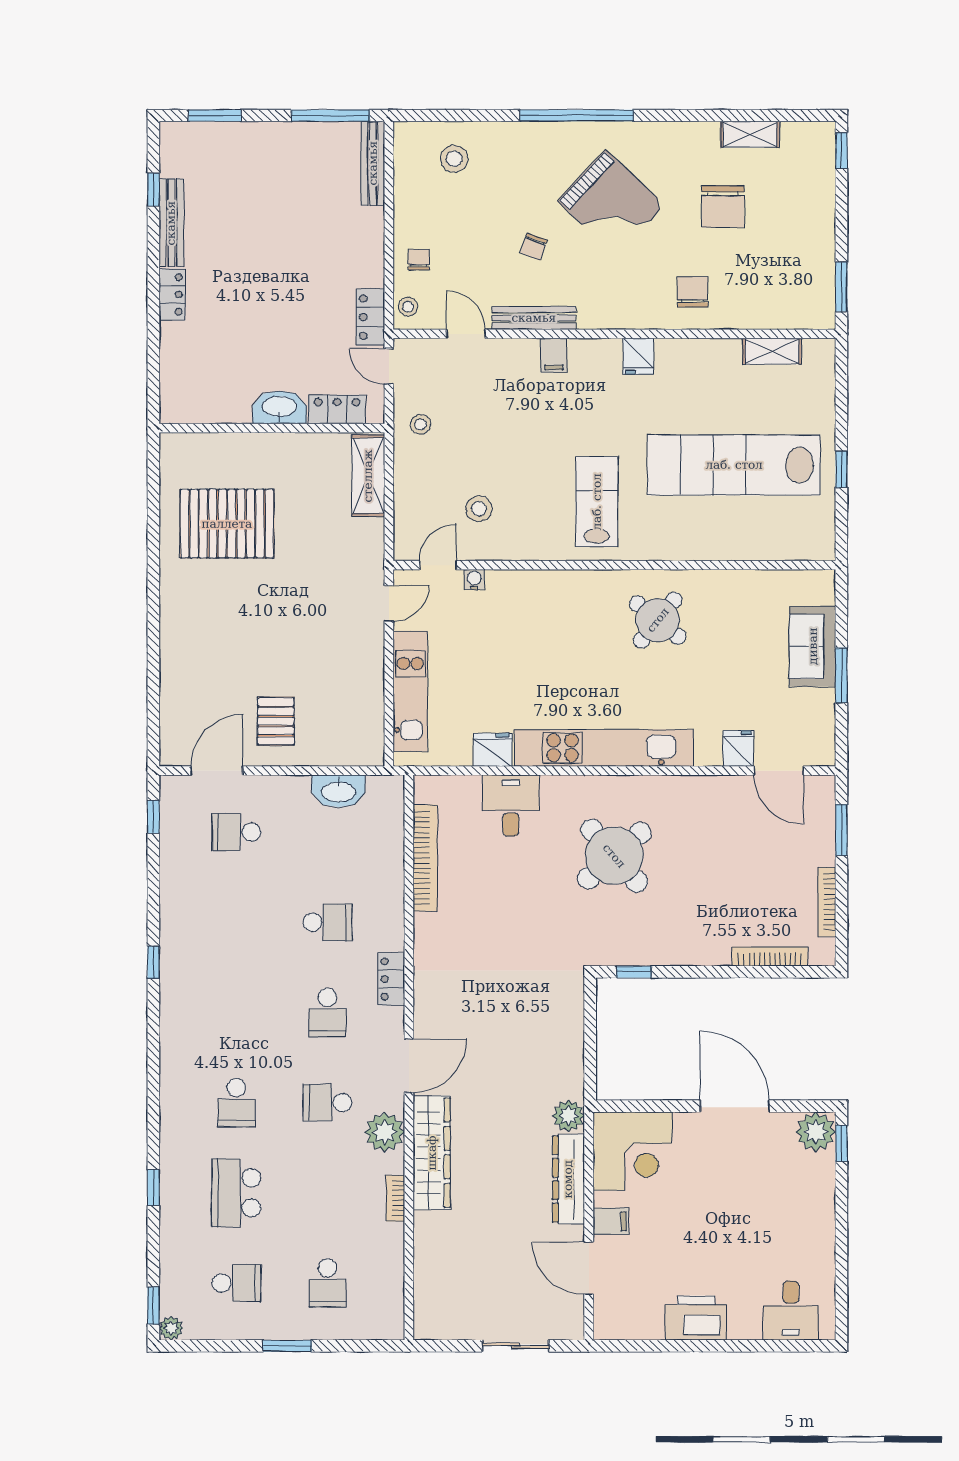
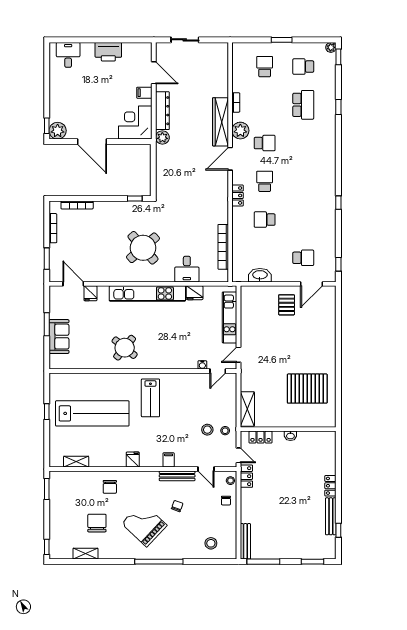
washbasin: (279, 407) -> (290, 436), width x0.52, depth x0.69
stool: (479, 509) -> (207, 430), moved
school desk: (236, 1103) -> (303, 143), removed

